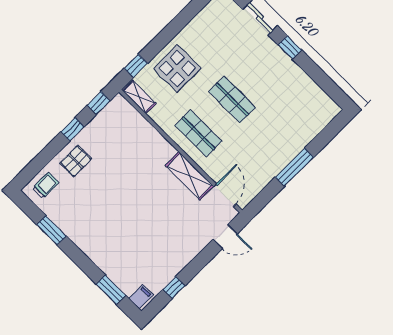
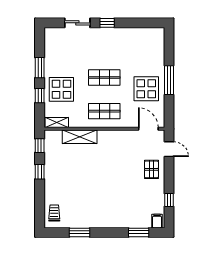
window: (177, 25) -> (40, 68), added
window: (136, 66) -> (40, 96), moved
display table: (263, 153) -> (146, 89), added
pallet: (76, 161) -> (151, 169), moved
shelving: (189, 176) -> (80, 137), moved
door: (225, 237) -> (169, 149), hinge flipped

